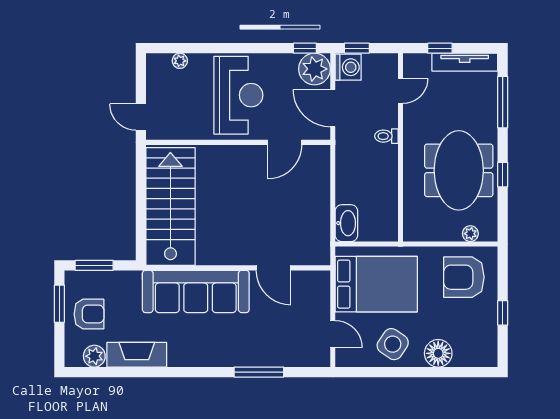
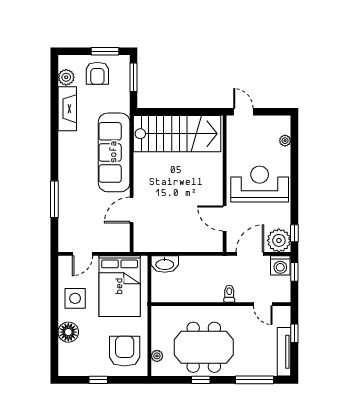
reception desk: (238, 95) -> (260, 184), turned 180
door: (141, 117) -> (243, 112), hinge flipped
side table: (393, 344) -> (75, 298), turned -34

